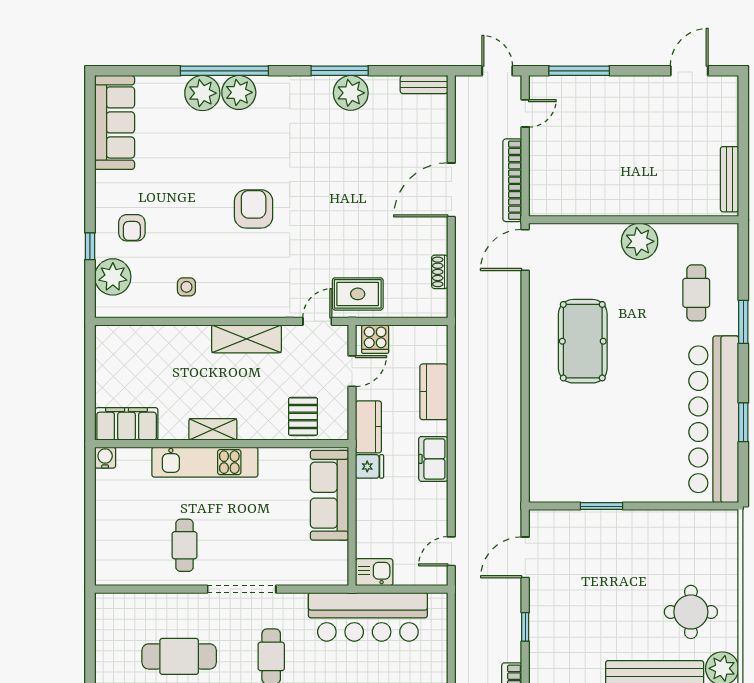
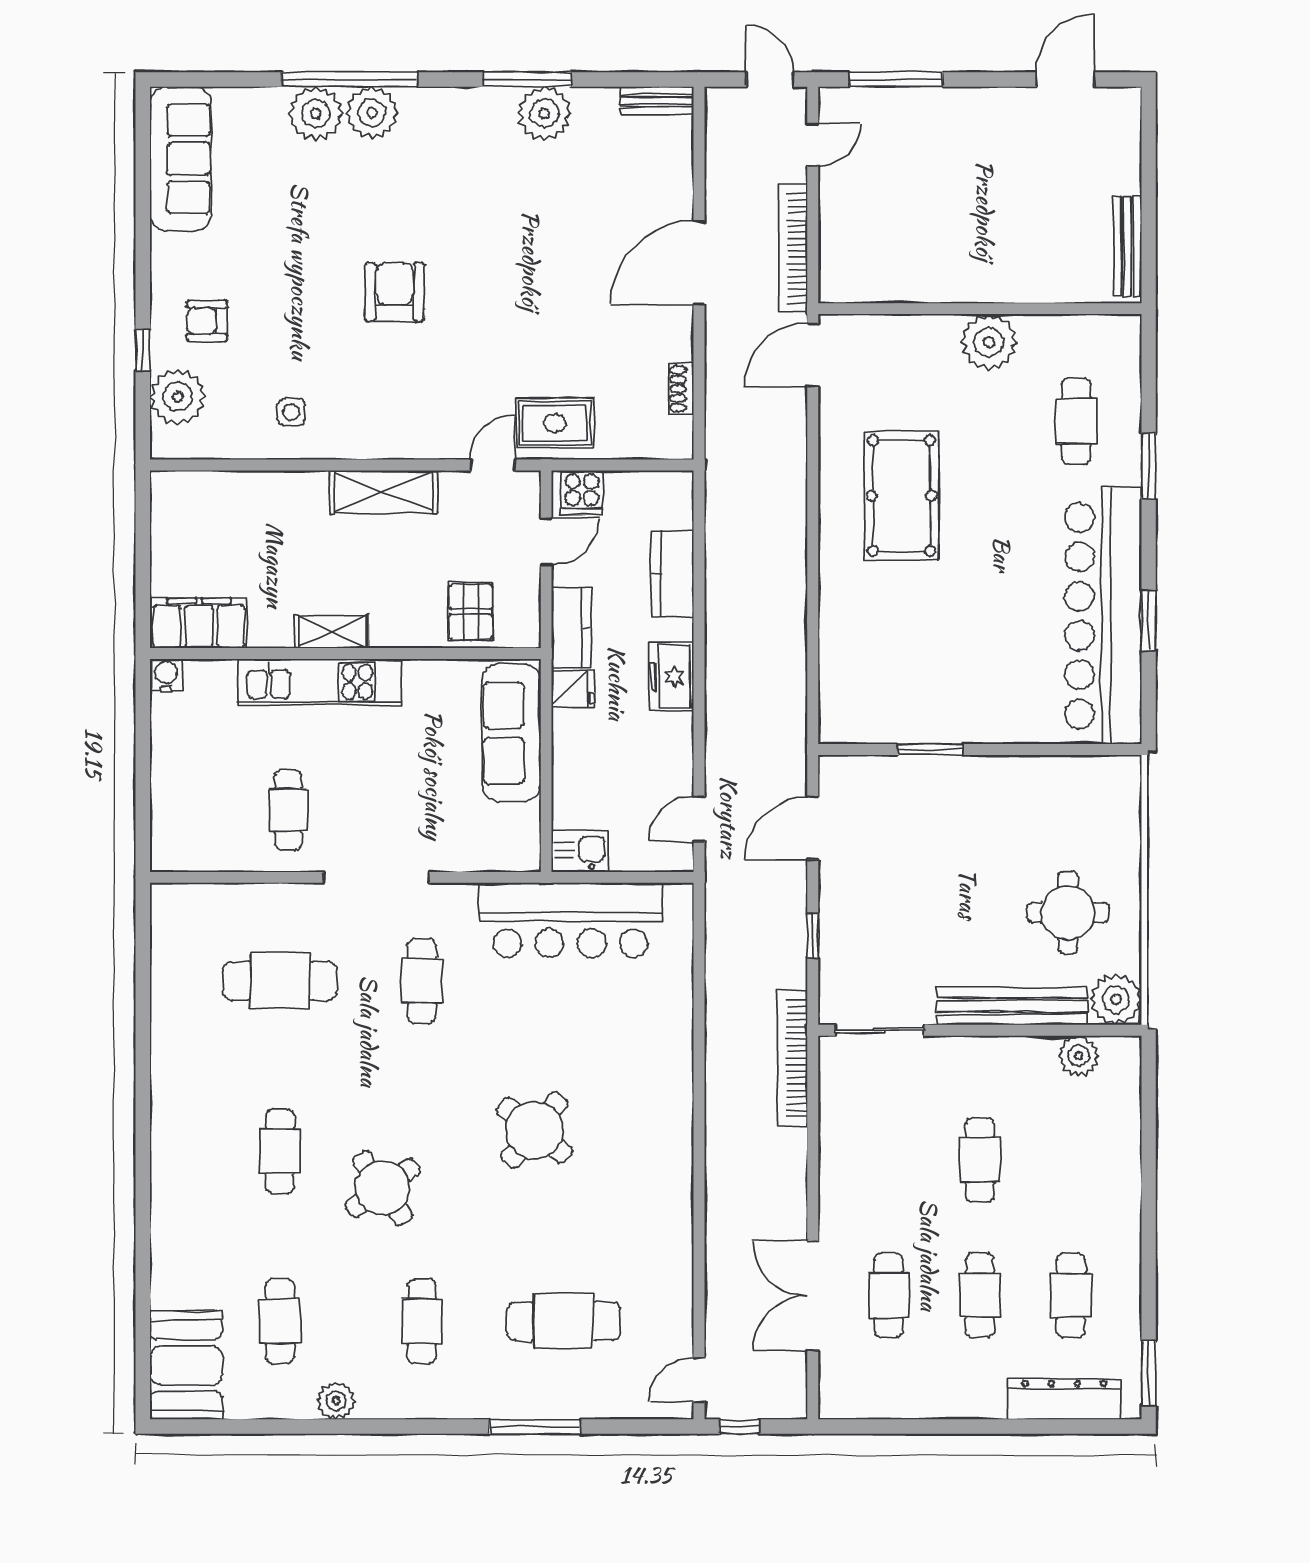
armchair: (132, 228) -> (207, 321), turned 90

